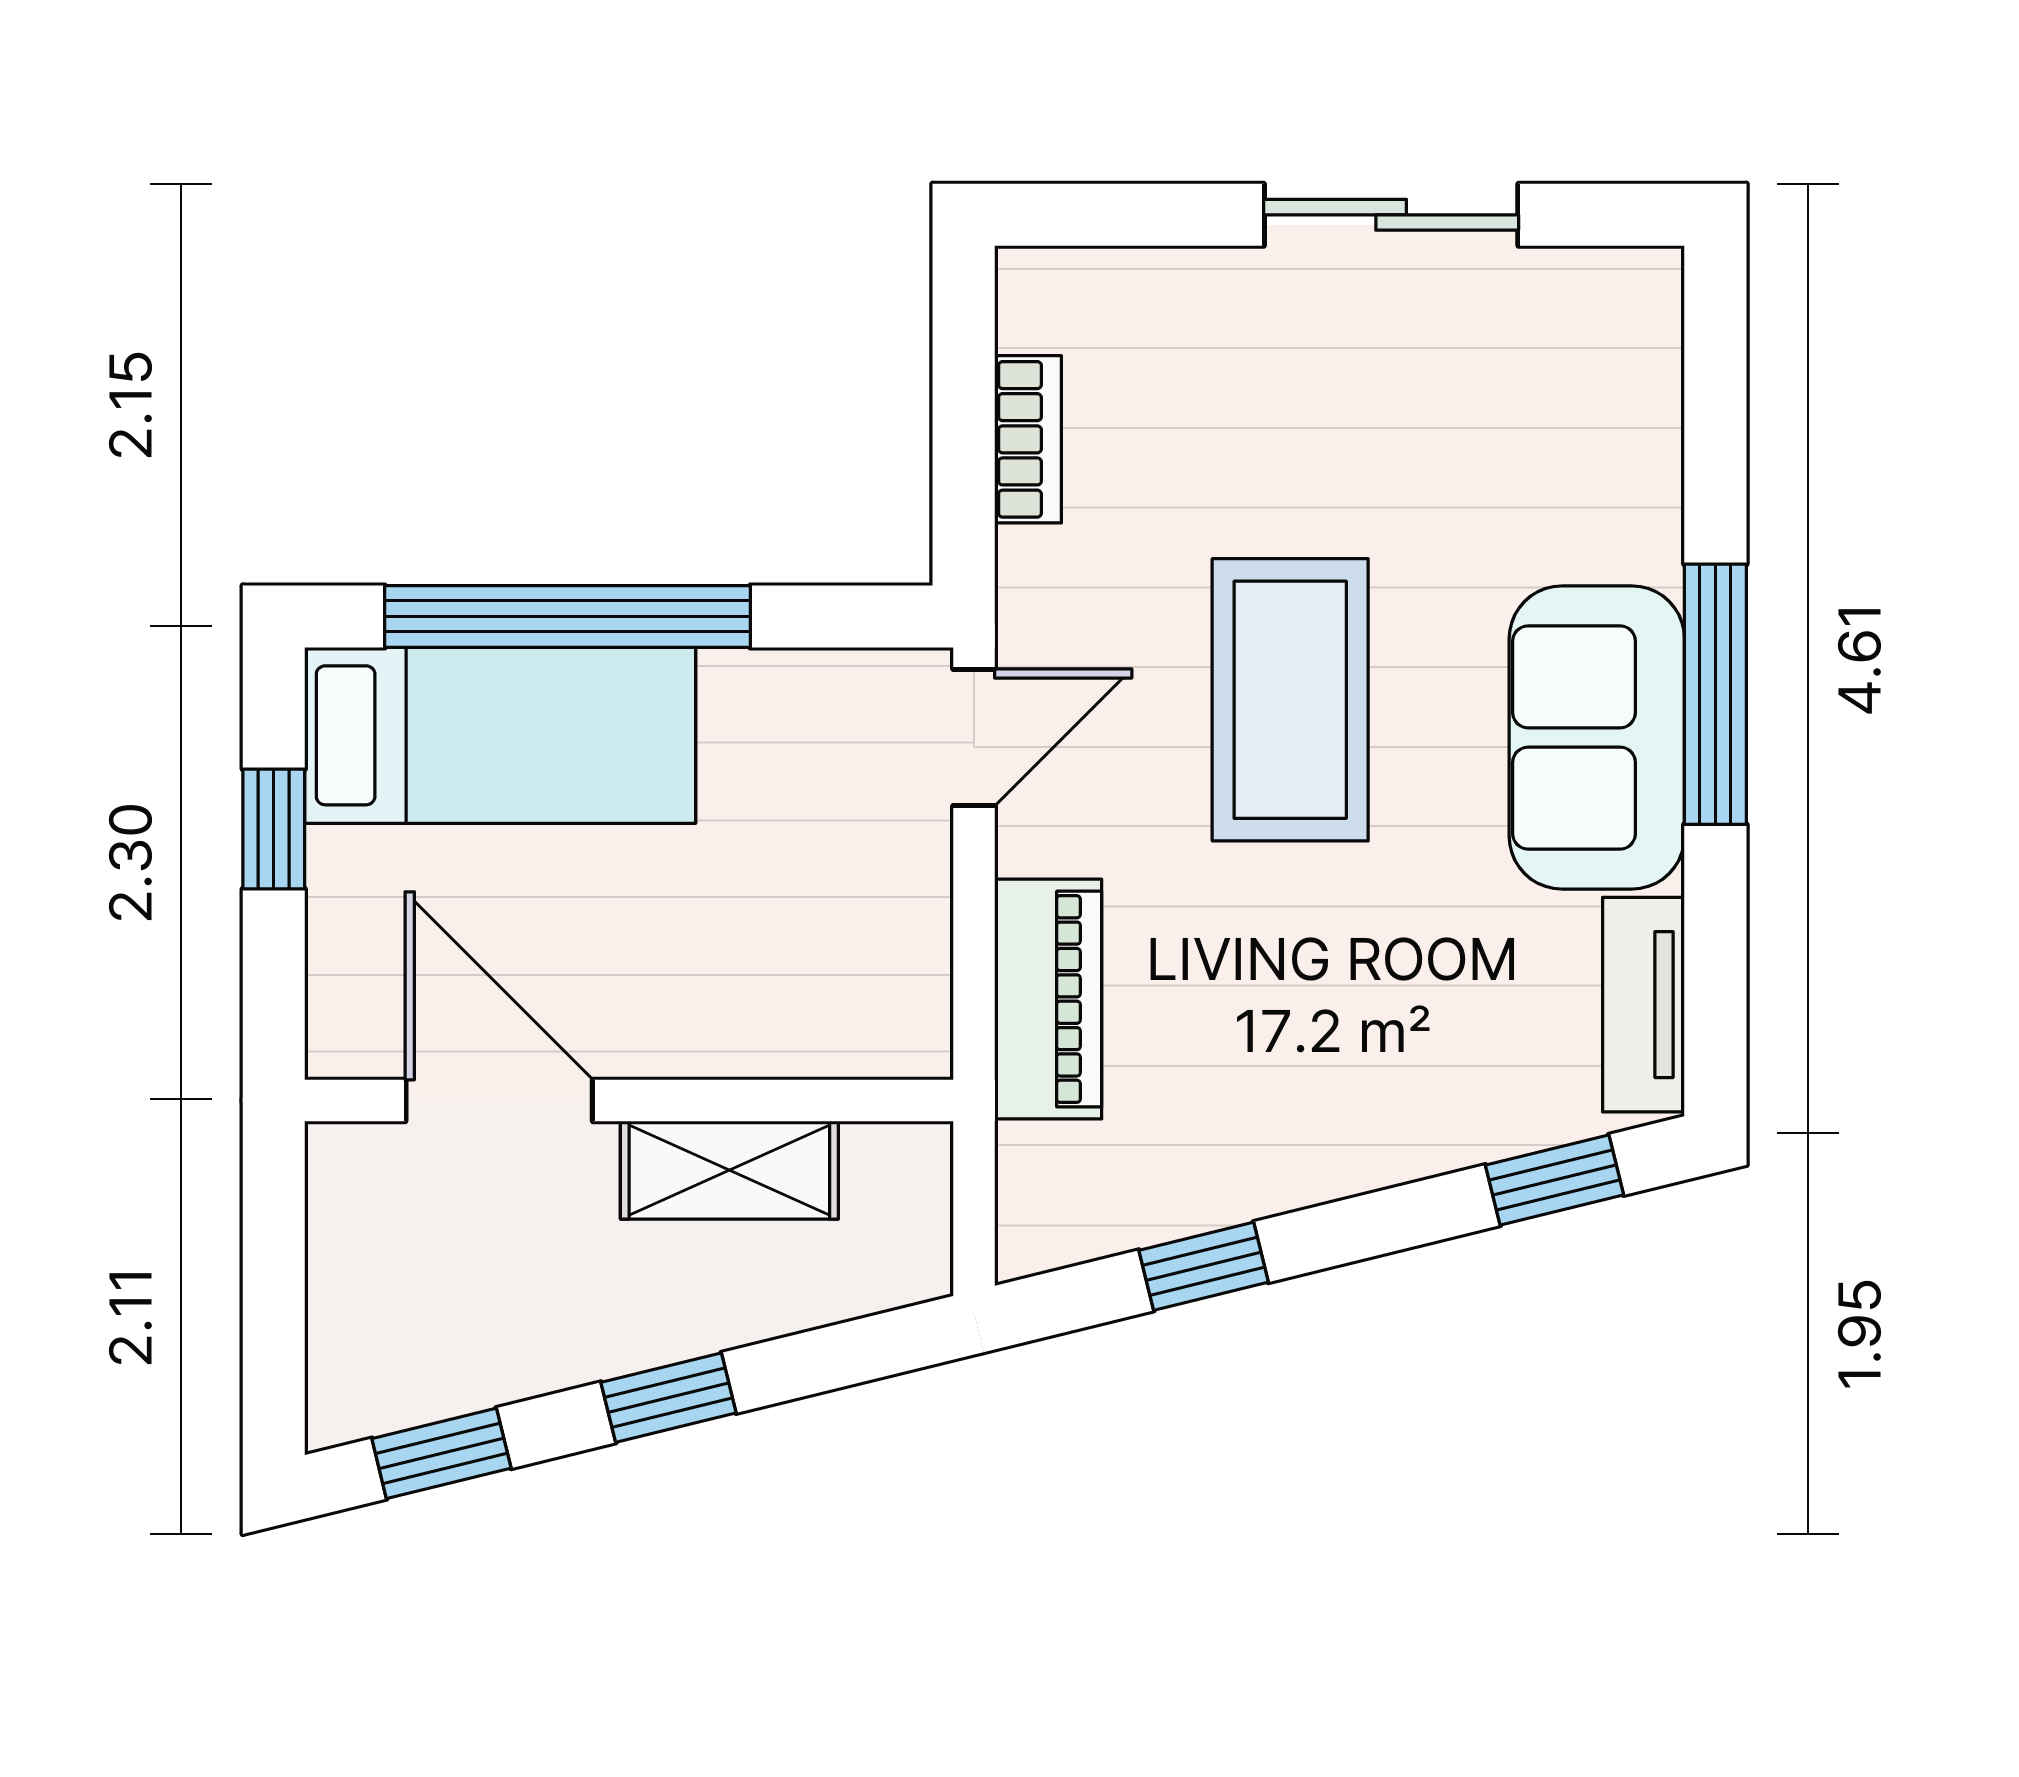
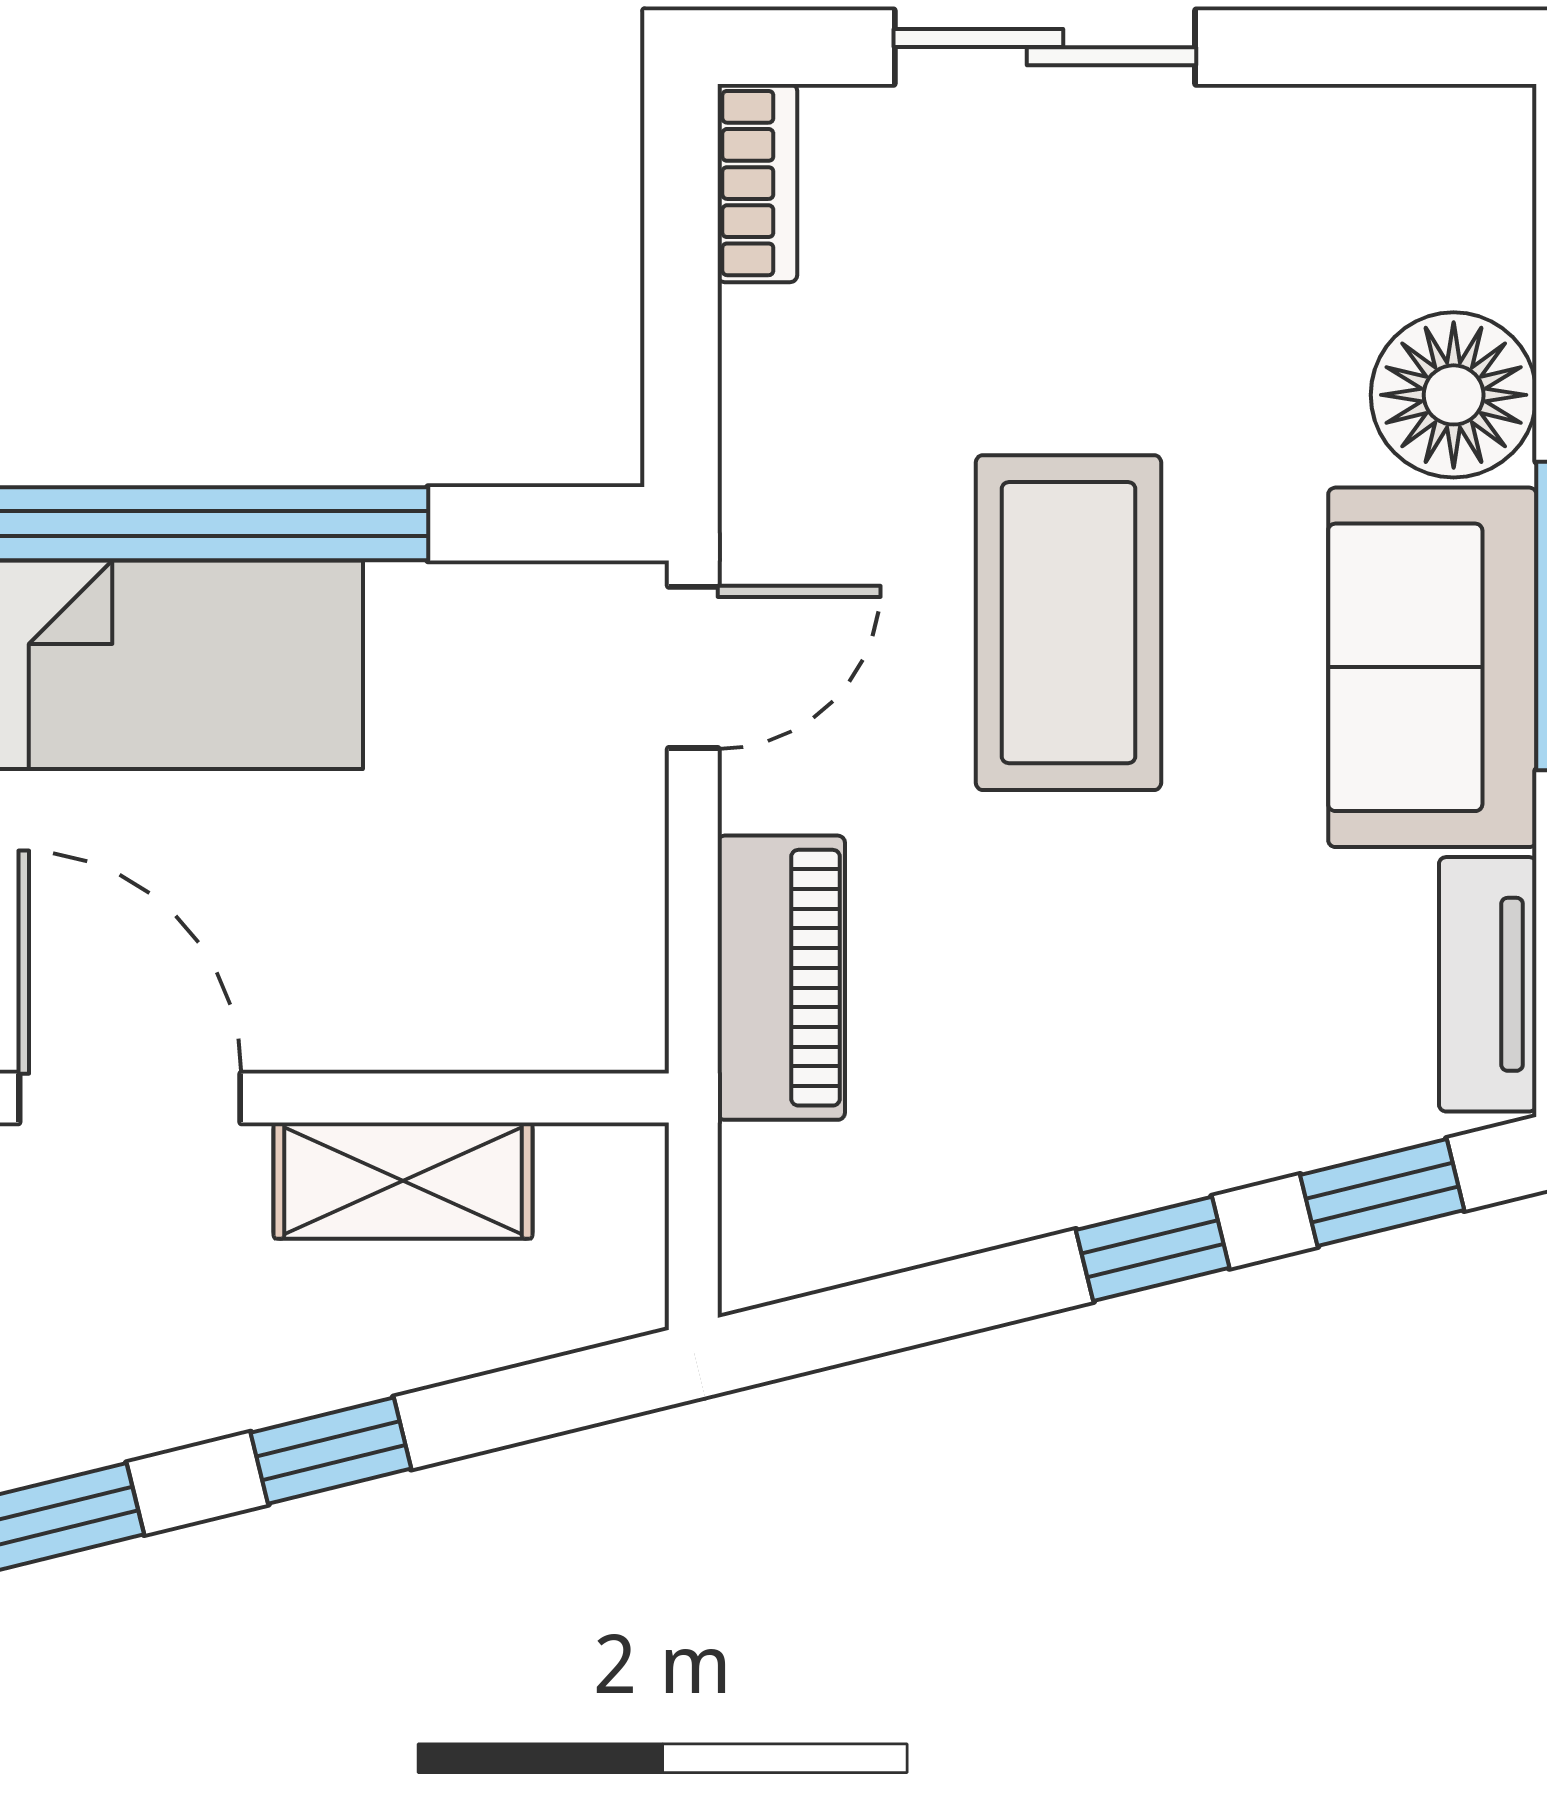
sliding door: (1391, 215) -> (1045, 47), moved
bookcase: (1028, 439) -> (757, 183), moved
floor lamp: (1615, 508) -> (1454, 395), added
window: (1204, 1266) -> (1153, 1249), moved

